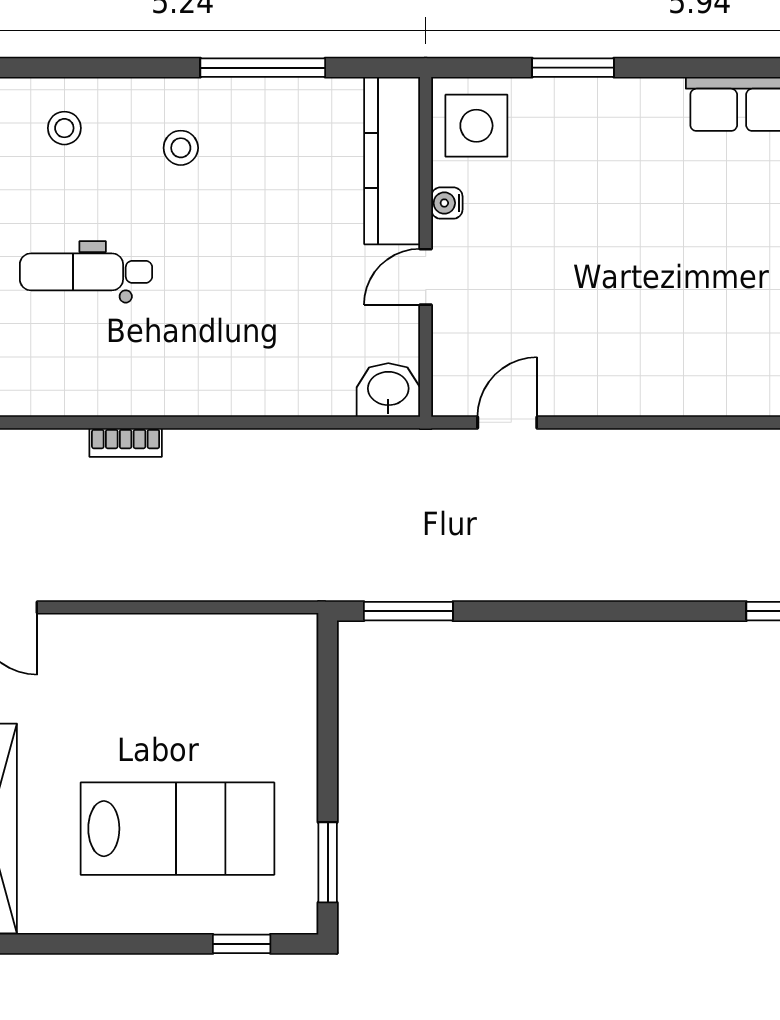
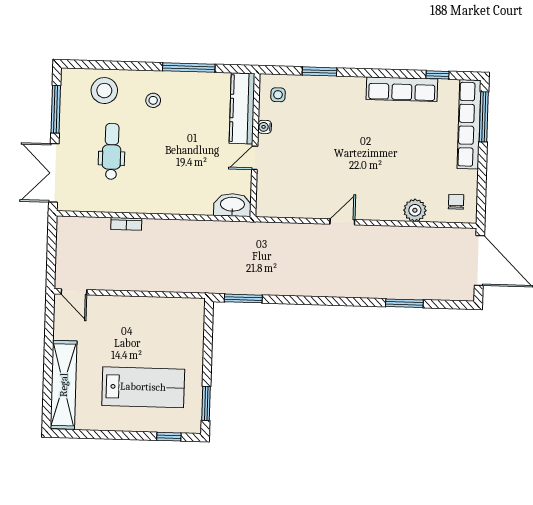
side table: (476, 126) -> (278, 95), width x0.54, depth x0.54
stool: (64, 128) -> (104, 91), width x1.89, depth x1.89
dental chair: (86, 272) -> (112, 151), turned 90
washbasin: (388, 390) -> (232, 205), width x1.38
door: (507, 422) -> (342, 222), moved

